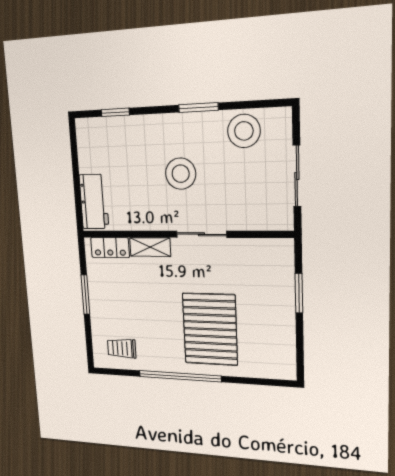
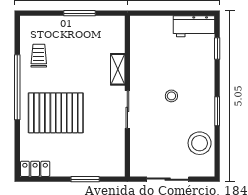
stool: (181, 174) -> (171, 96), width x0.53, depth x0.53
workbench: (94, 202) -> (194, 26), moved
locker: (110, 248) -> (35, 169), moved, turned 90
trolley: (122, 348) -> (39, 56), moved

